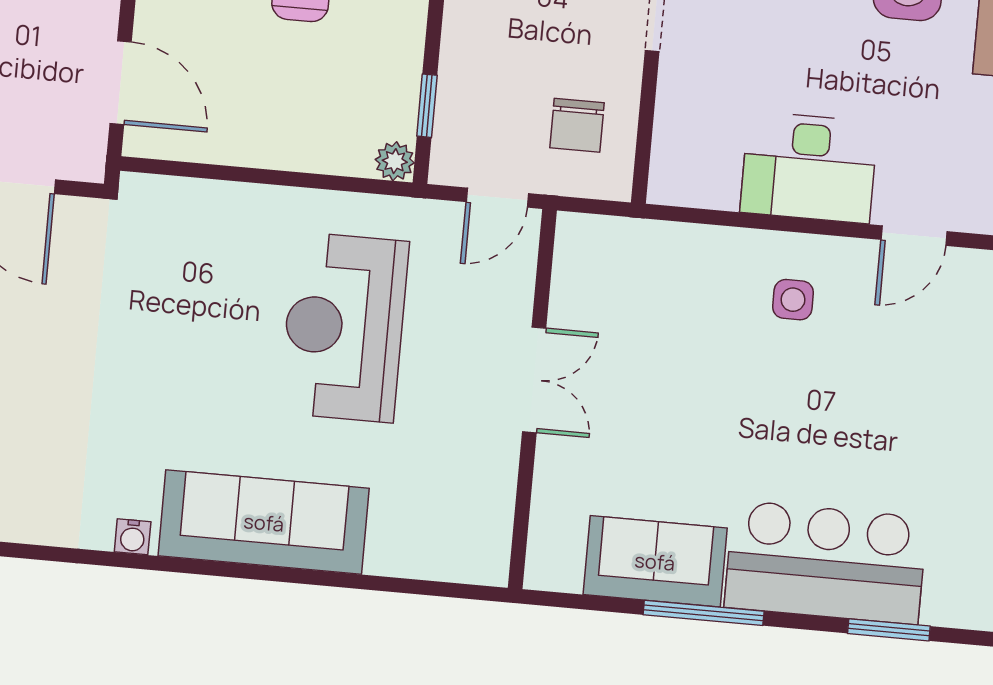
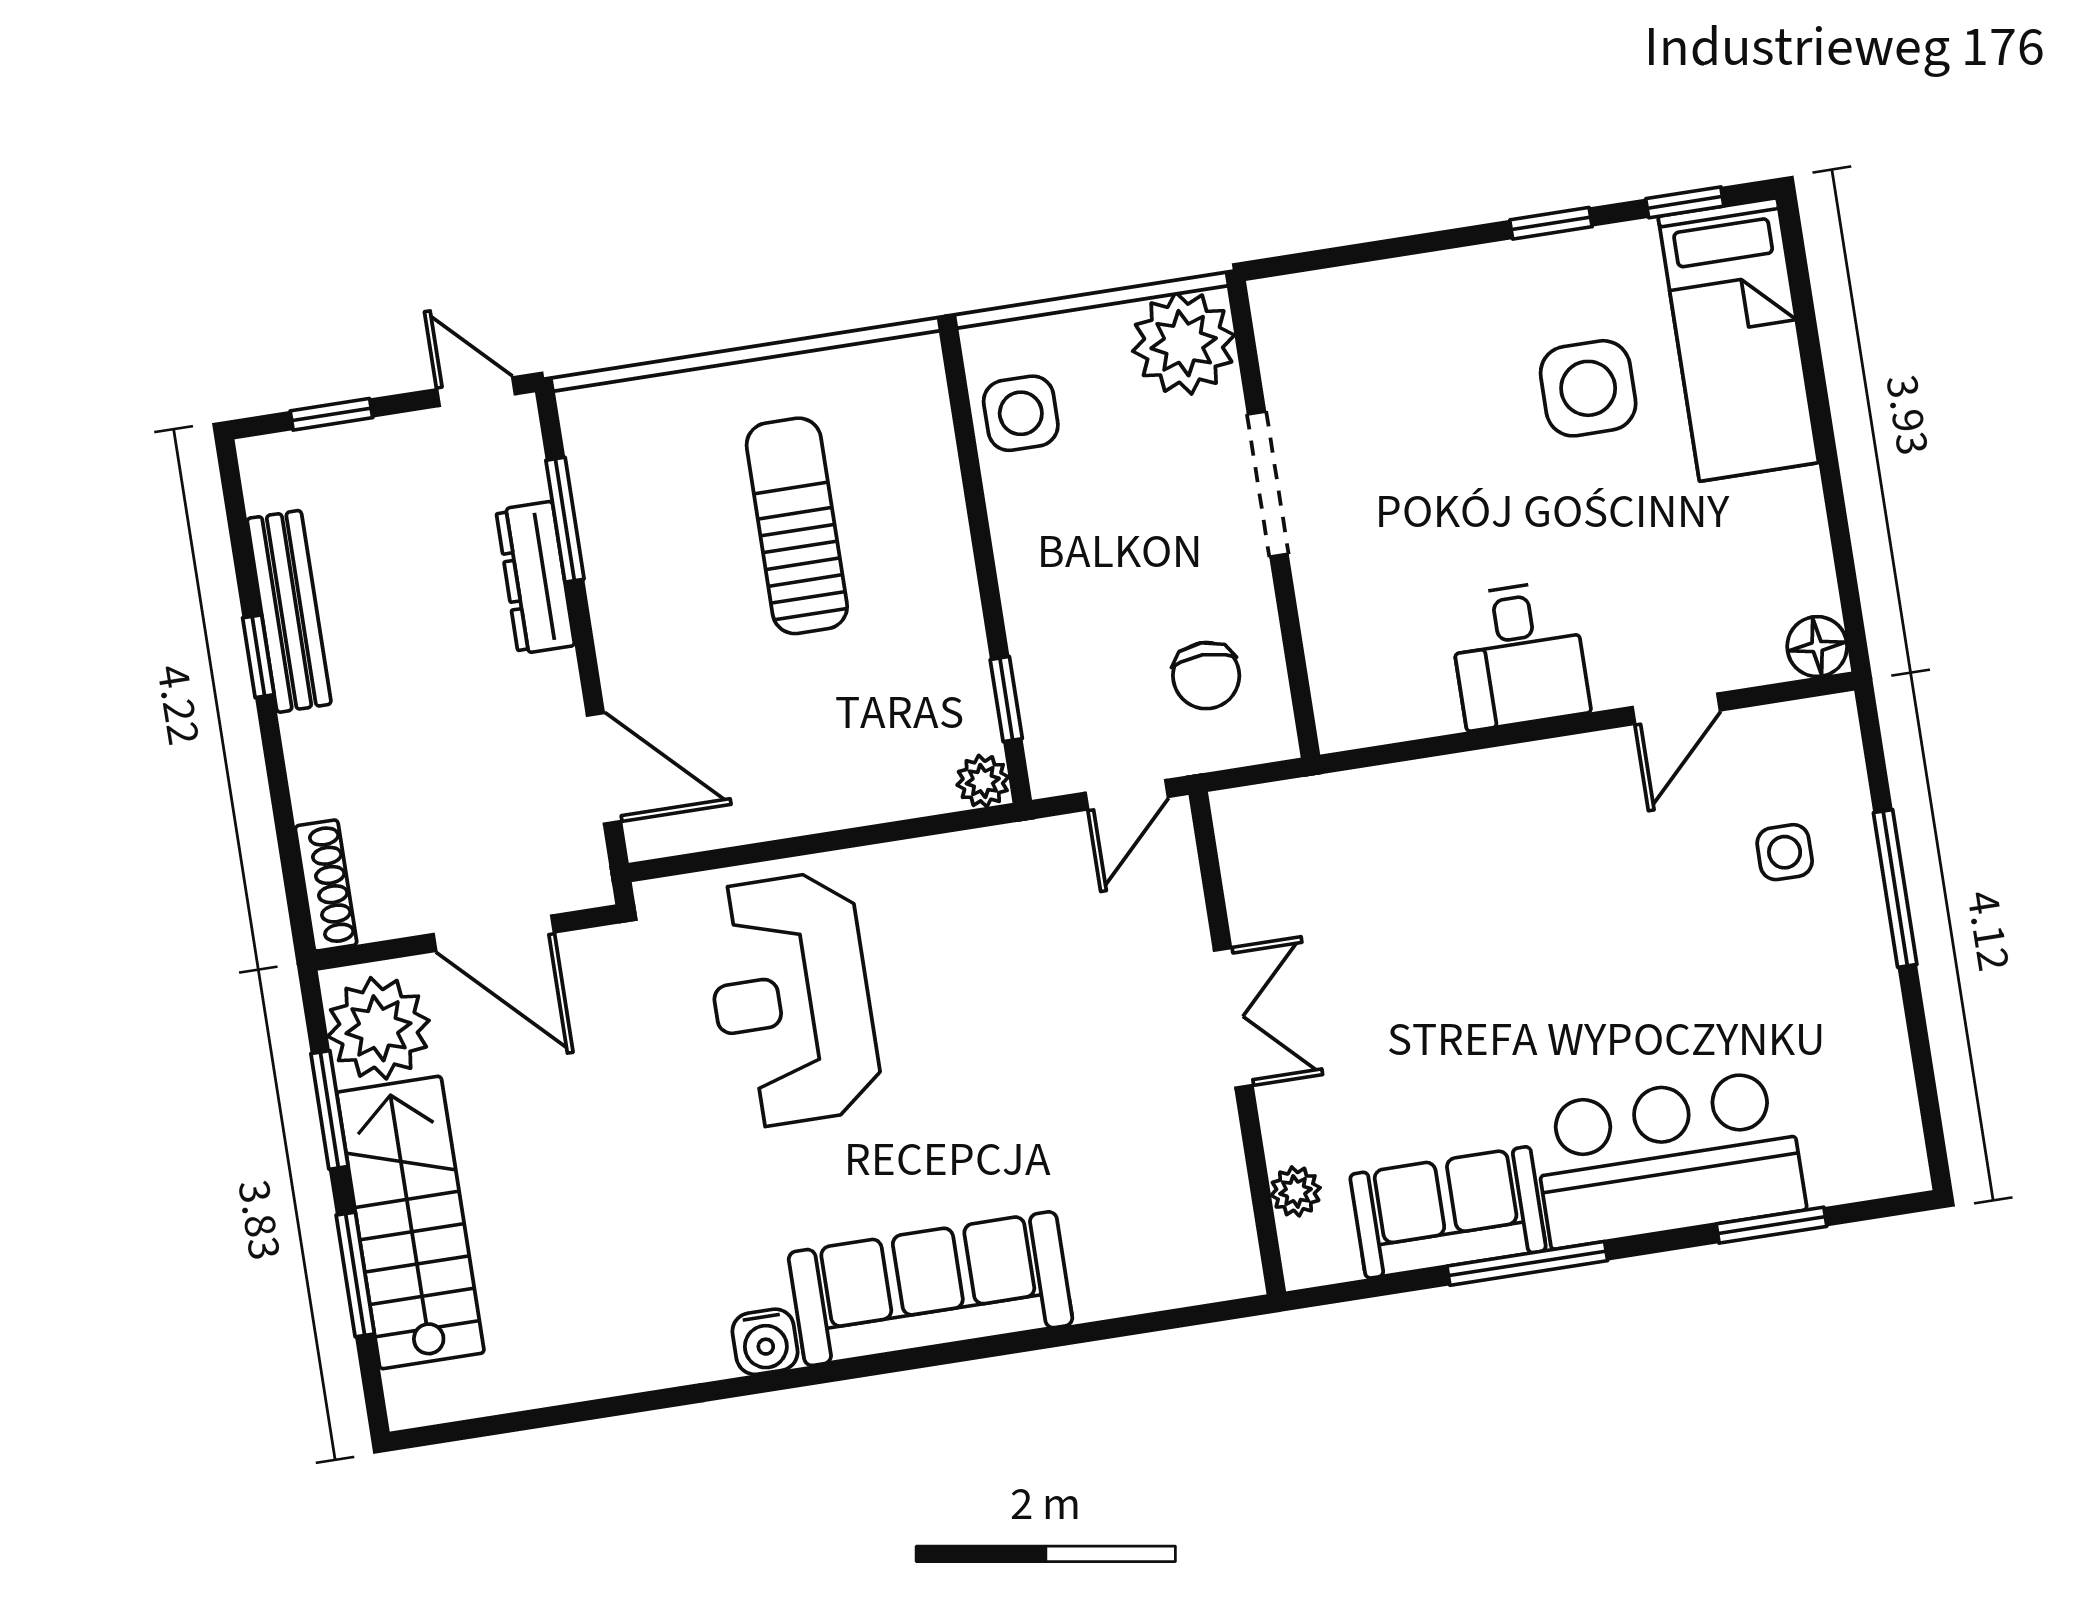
desk: (809, 167) -> (1519, 655), width x0.73
side table: (793, 300) -> (1785, 852), moved
reception desk: (344, 327) -> (792, 1000), moved
plant: (548, 518) -> (1296, 1191), added
water cooler: (133, 537) -> (765, 1342), width x1.38, depth x1.38

